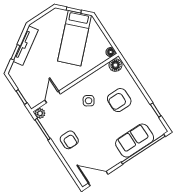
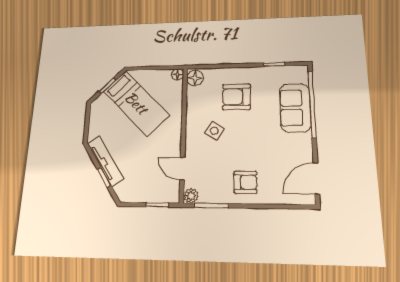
armchair: (119, 100) -> (236, 97), turned 90

